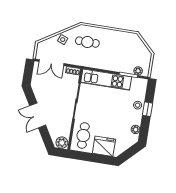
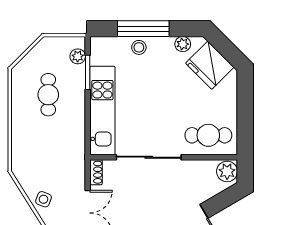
cafe table: (87, 42) -> (48, 95), moved
window: (147, 109) -> (143, 29), width x2.17
fridge: (104, 146) -> (210, 65), moved, turned -45

